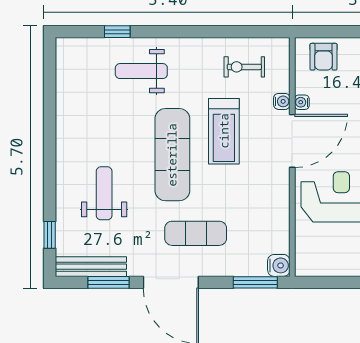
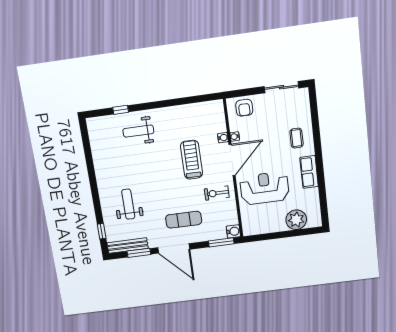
exercise bike: (244, 67) -> (217, 193), moved
treadmill: (224, 131) -> (191, 160), turned 180
exercise mat: (172, 155) -> (164, 177), removed

